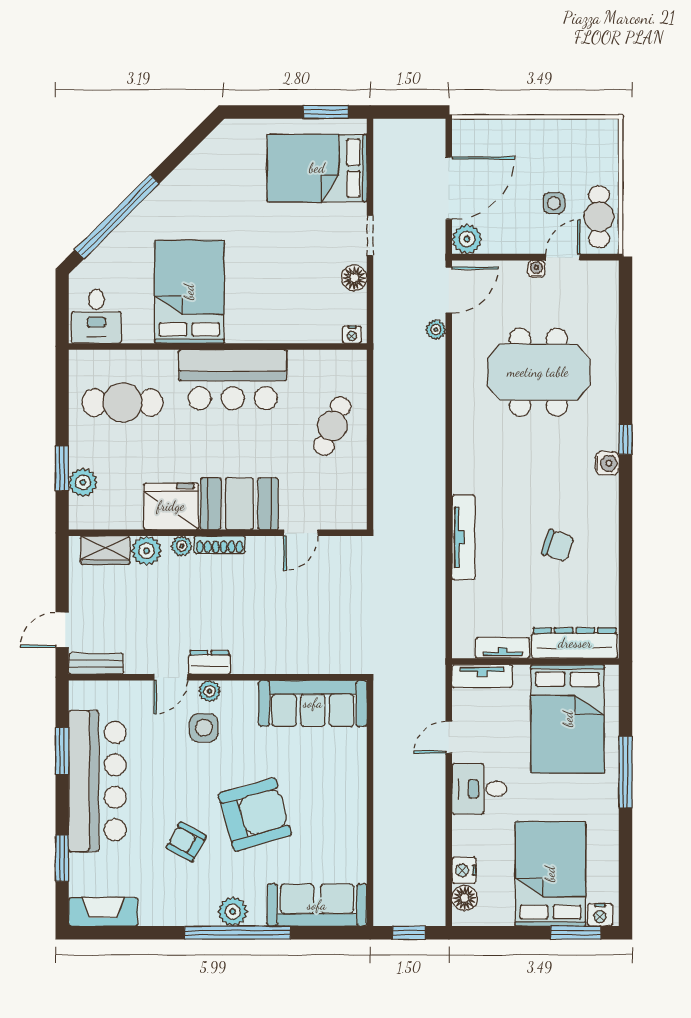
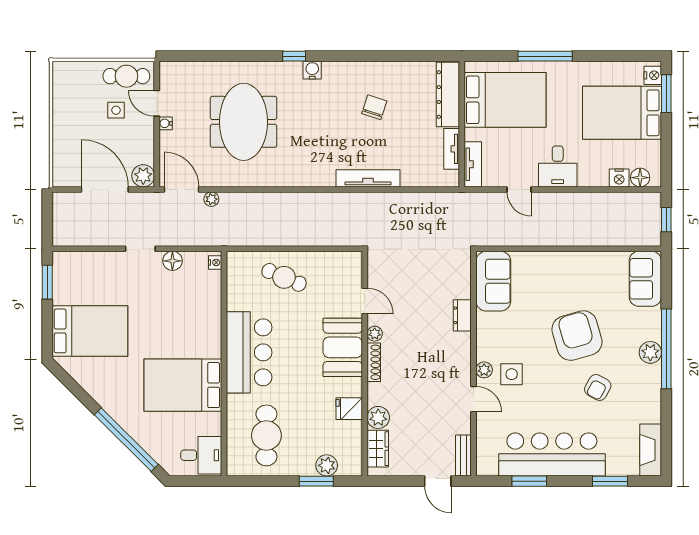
bed: (317, 168) -> (90, 331), moved, turned -90
fridge: (171, 506) -> (349, 409), width x0.53, depth x0.75
plant: (182, 546) -> (375, 334), moved
dresser: (209, 662) -> (462, 315), moved
sofa: (313, 703) -> (493, 281), width x0.73
sofa: (317, 905) -> (645, 279), width x0.73

